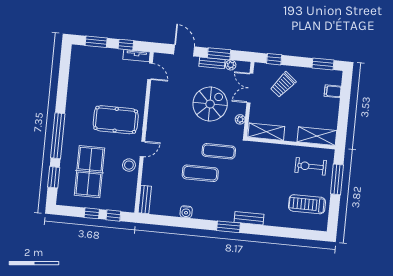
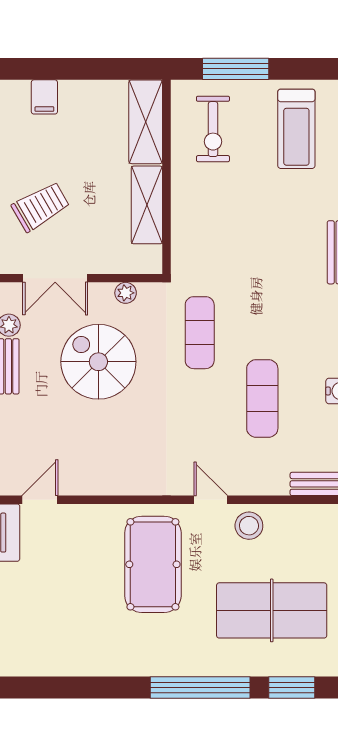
trolley: (283, 85) -> (41, 207), turned -69
shelving: (266, 132) -> (147, 205), moved
exercise mat: (200, 173) -> (262, 398), moved

